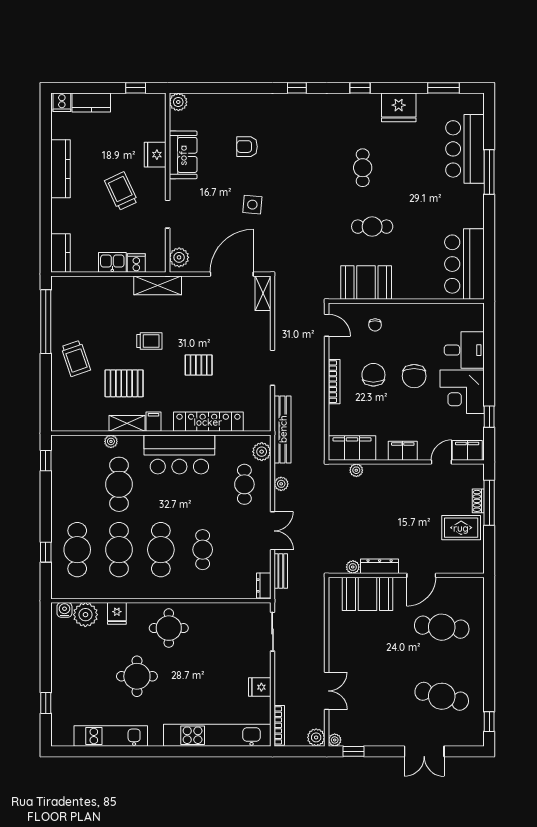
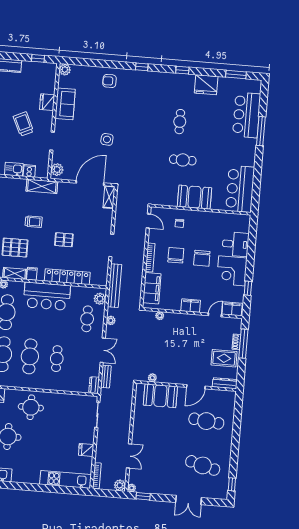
armchair: (247, 147) -> (109, 81), moved
booth: (366, 283) -> (194, 197), moved
filing cabinet: (352, 448) -> (152, 288), moved, turned 90
dresser: (380, 566) -> (225, 383), moved
kitchen unit: (217, 735) -> (66, 479), width x0.73

